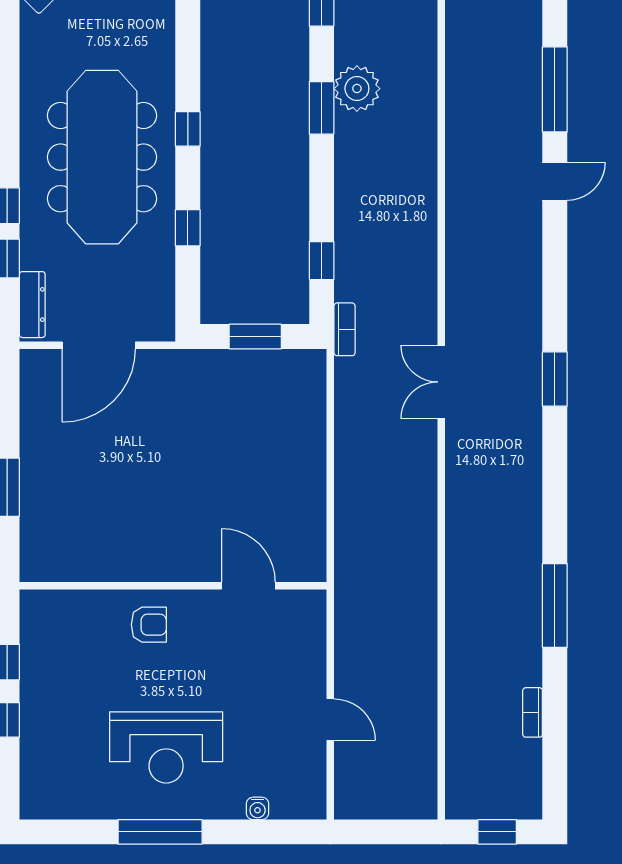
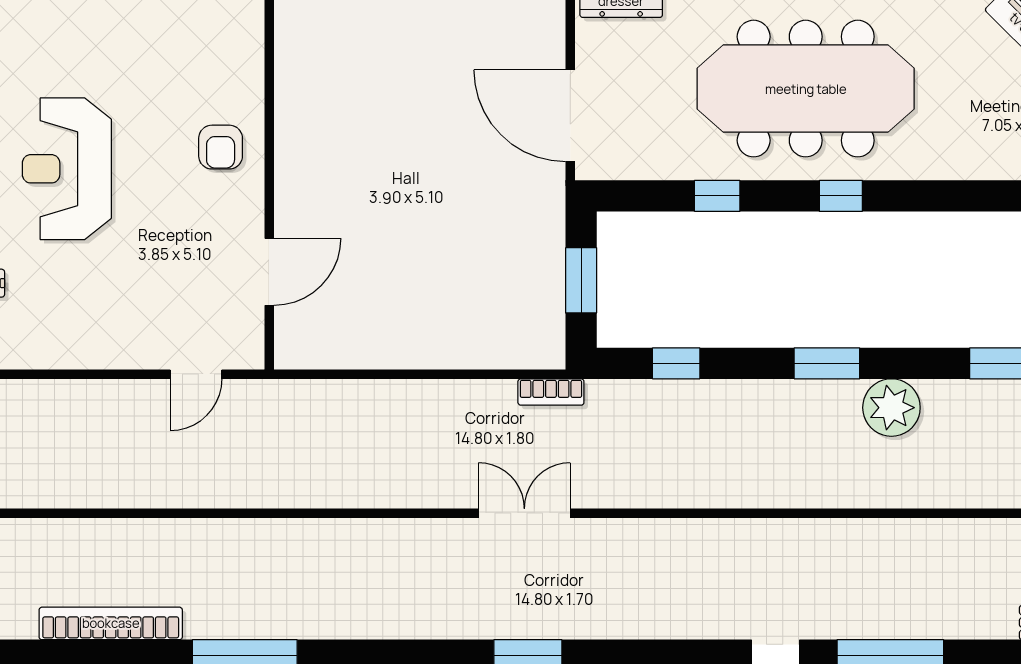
window: (322, 108) -> (827, 363), moved
bookcase: (345, 329) -> (551, 392), moved
door: (99, 345) -> (570, 116), moved
bookcase: (533, 712) -> (111, 623), width x2.31, depth x1.31
door: (330, 720) -> (196, 374), moved

